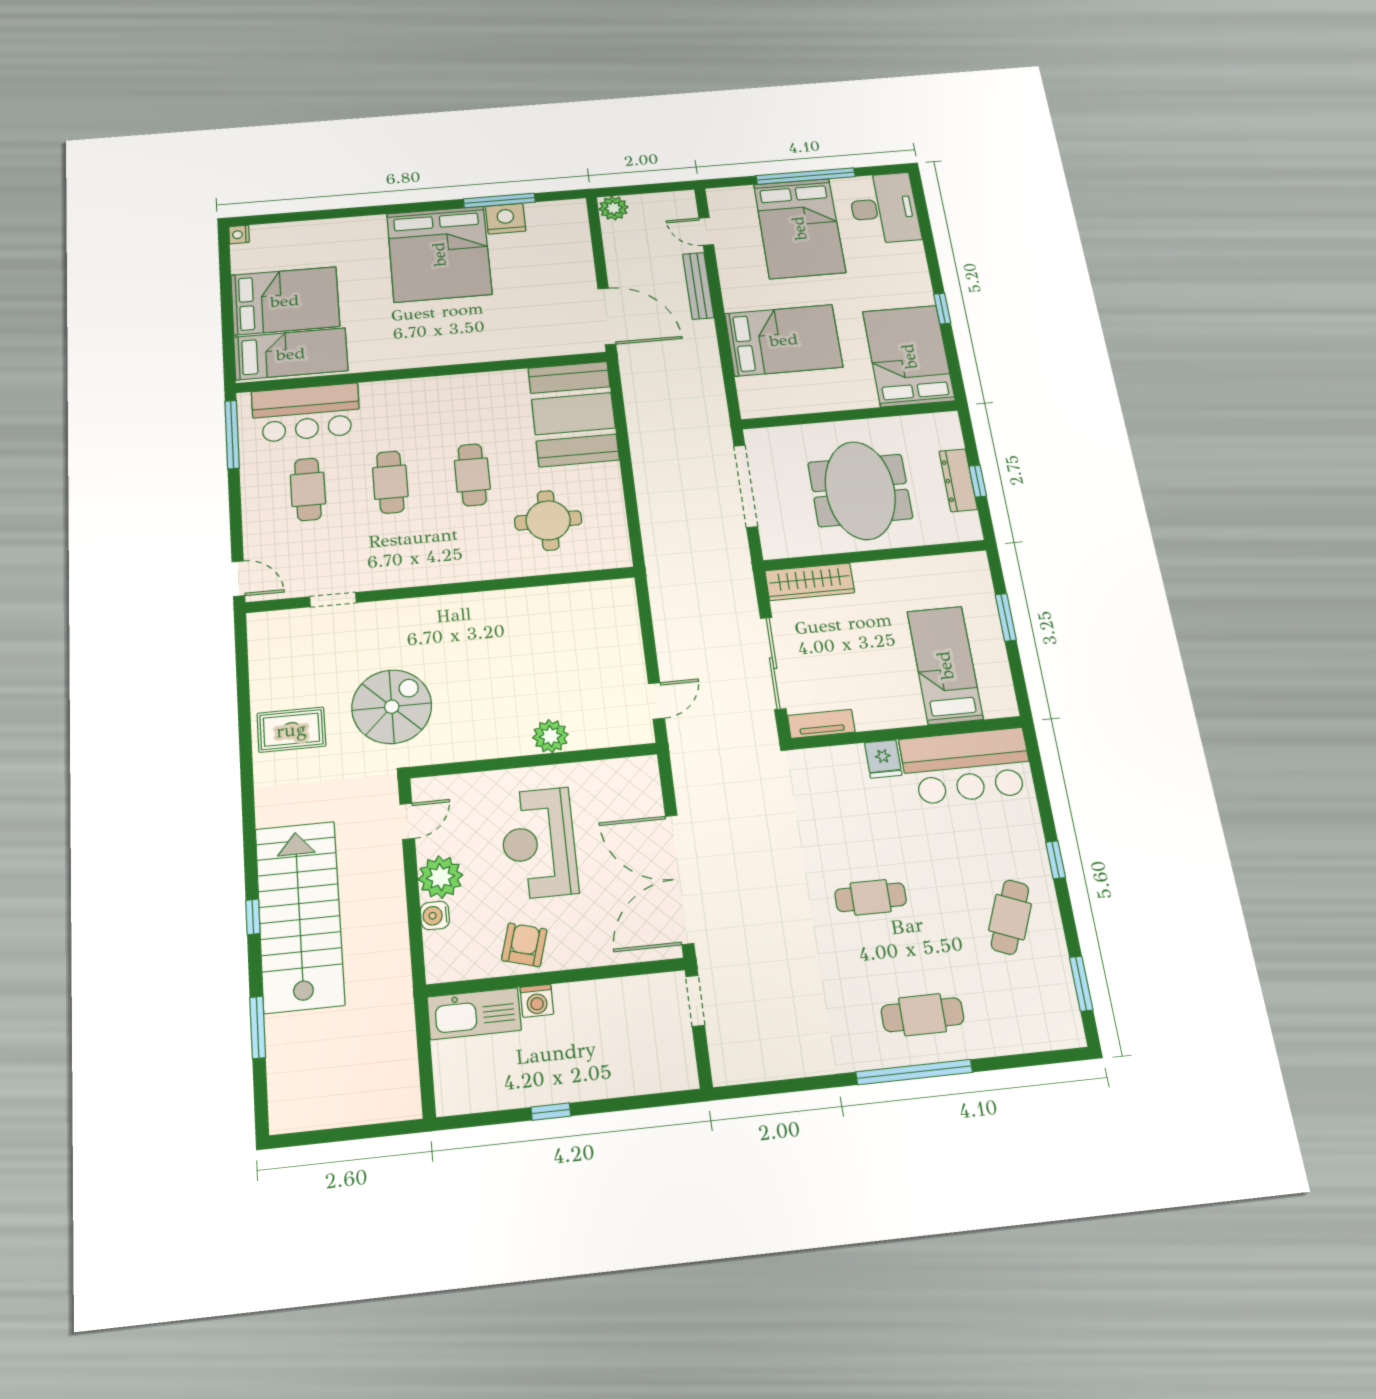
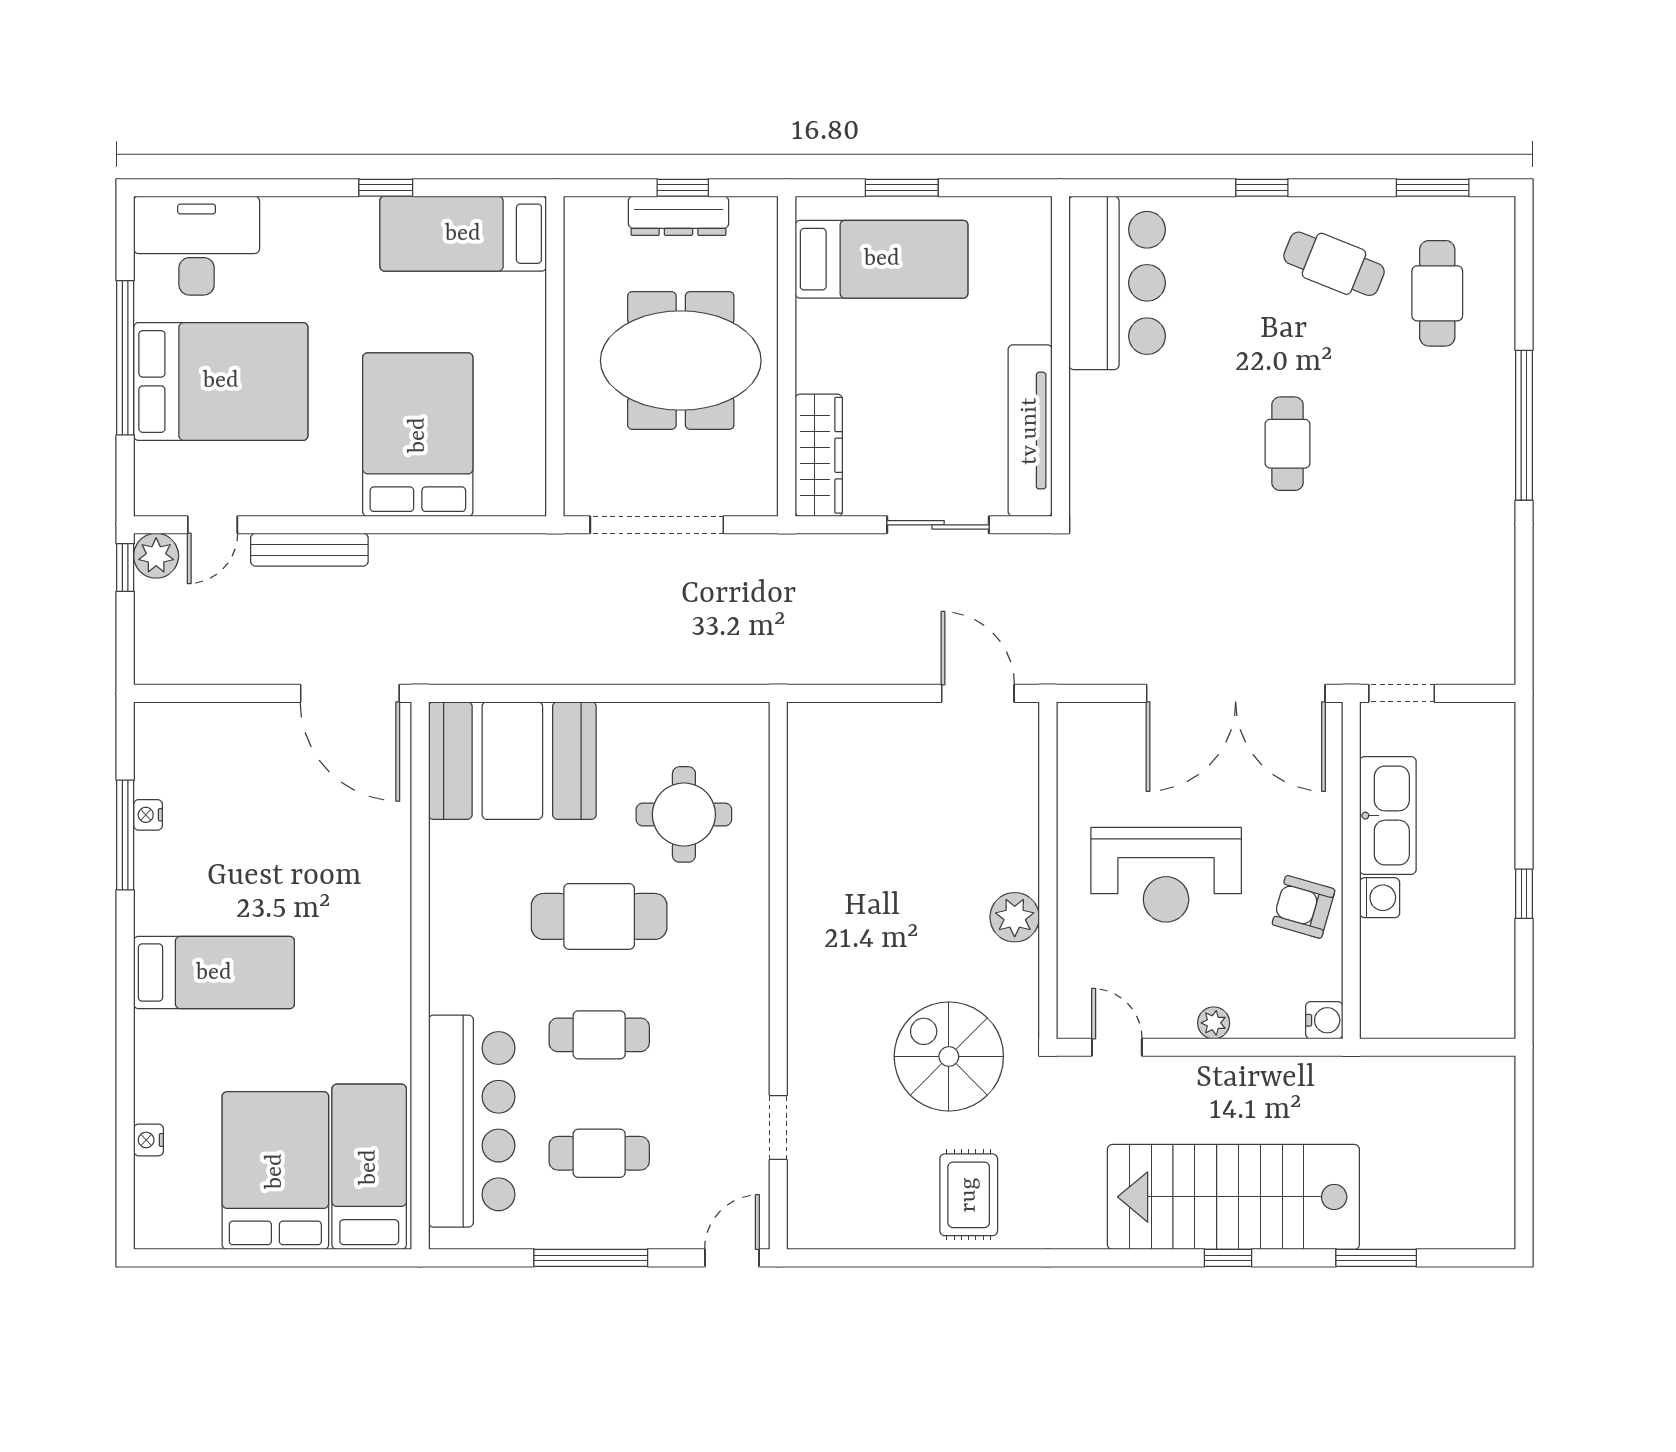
window: (672, 187) -> (125, 567), added
plant: (613, 208) -> (156, 556), moved
nightstand: (506, 219) -> (148, 815), width x0.53, depth x0.56
nightstand: (239, 235) -> (149, 1140), moved, turned 90
bed: (439, 254) -> (214, 973), width x0.49
door: (607, 316) -> (350, 693), swing flipped
bed: (909, 356) -> (463, 234), width x0.67
bar counter: (306, 413) -> (472, 1121), width x1.36
window: (232, 434) -> (591, 1258), moved
cafe table: (472, 475) -> (599, 916), width x1.37, depth x1.35
sliding door: (773, 663) -> (938, 525), width x0.73
bed: (945, 665) -> (882, 259), moved, turned 180
door: (656, 701) -> (978, 693), width x1.38
tv unit: (821, 724) -> (1030, 431), width x1.92, depth x1.29
plant: (550, 736) -> (1015, 917), moved
fridge: (883, 759) -> (1095, 395), removed
plant: (440, 877) -> (1214, 1023), width x0.53, depth x0.53
water cooler: (435, 916) -> (1324, 1020), moved, turned -90
kitchen sink: (474, 1014) -> (1388, 816), moved
cafe table: (922, 1015) -> (1437, 293), moved

